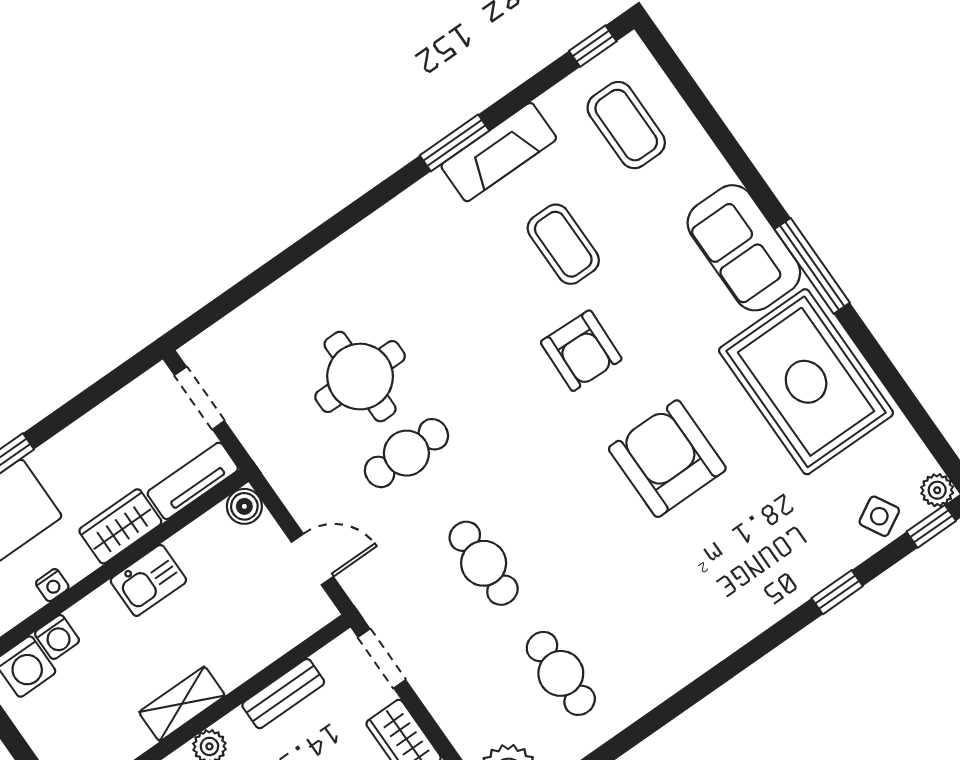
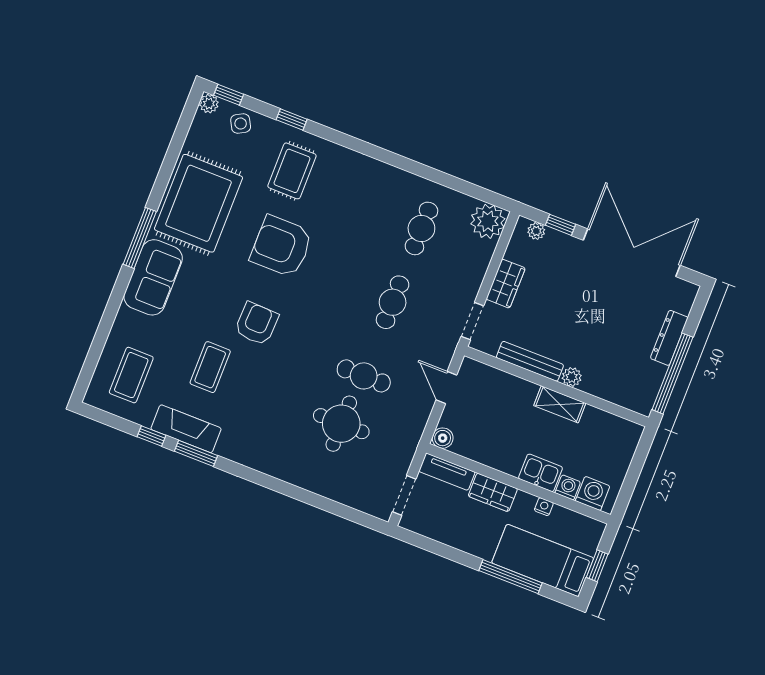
window: (593, 46) -> (152, 436), moved
armchair: (667, 459) -> (281, 246), turned 90
rug: (764, 544) -> (292, 171), added
kitchen sink: (148, 580) -> (540, 473), moved
bench: (283, 694) -> (530, 361), width x1.36

